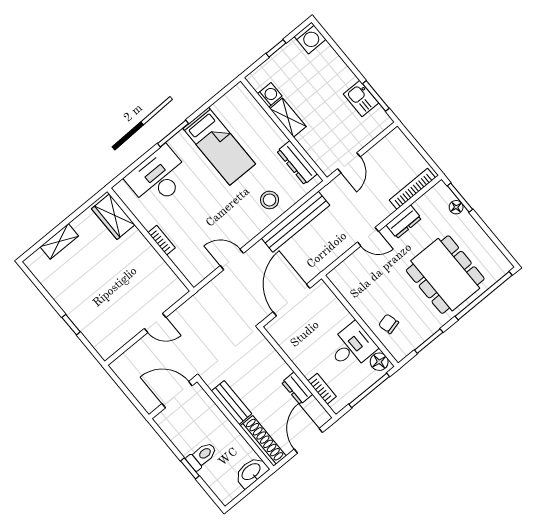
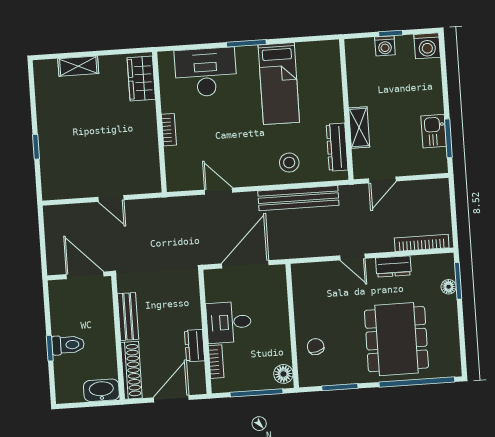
washing machine: (270, 95) -> (385, 46), moved, turned 90
shelving: (288, 118) -> (359, 127), moved
desk: (352, 347) -> (229, 322), moved, turned 180

